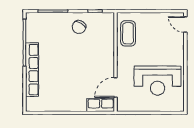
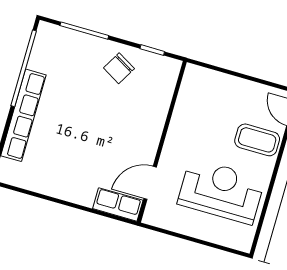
coffee table: (128, 33) -> (257, 140), moved, turned 90
reception desk: (158, 81) -> (221, 191), turned 180

